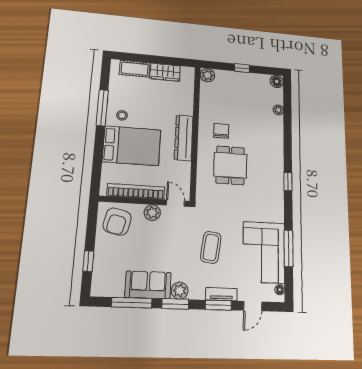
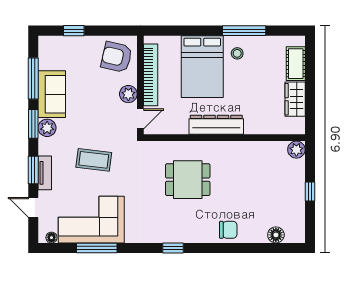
floor lamp: (277, 81) -> (276, 235), moved
plant: (278, 110) -> (260, 237), removed
chair: (221, 131) -> (228, 230), moved

